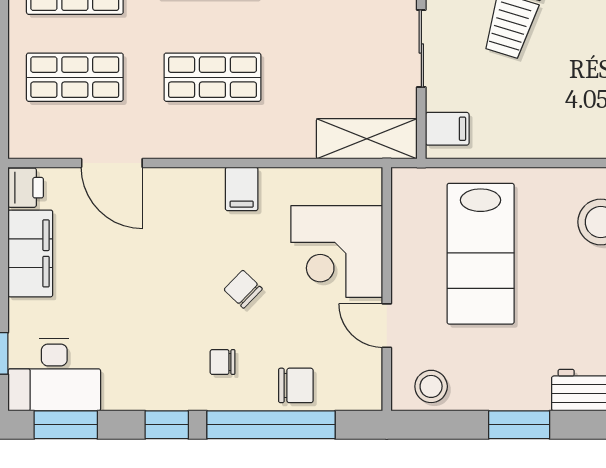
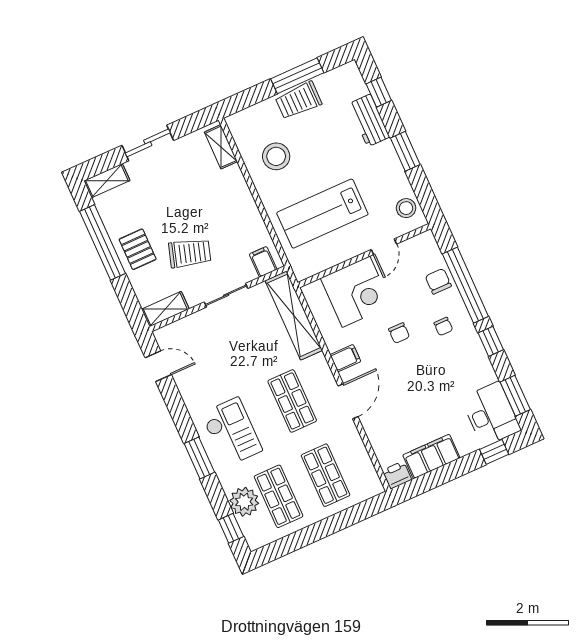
shelving: (367, 139) -> (294, 315), width x1.47
door: (112, 163) -> (348, 401), moved
lab bench: (481, 254) -> (322, 214), turned 180
chair: (243, 289) -> (399, 333), turned -44

